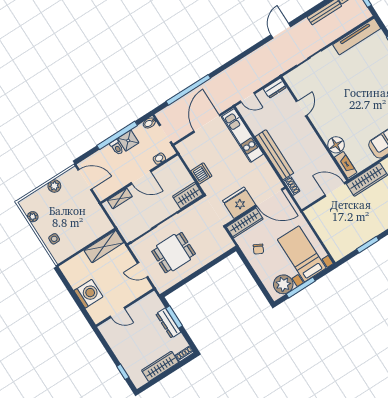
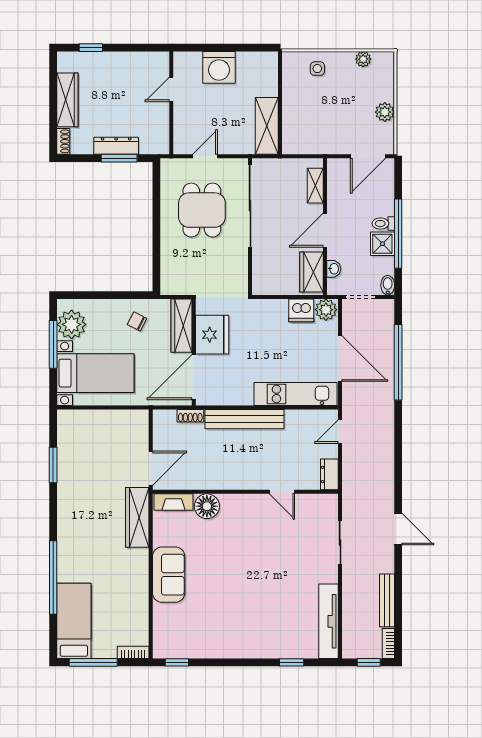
plant: (185, 148) -> (326, 310), added
dishwasher: (201, 173) -> (301, 310), moved
wardrobe: (188, 195) -> (312, 272), moved, turned 180

